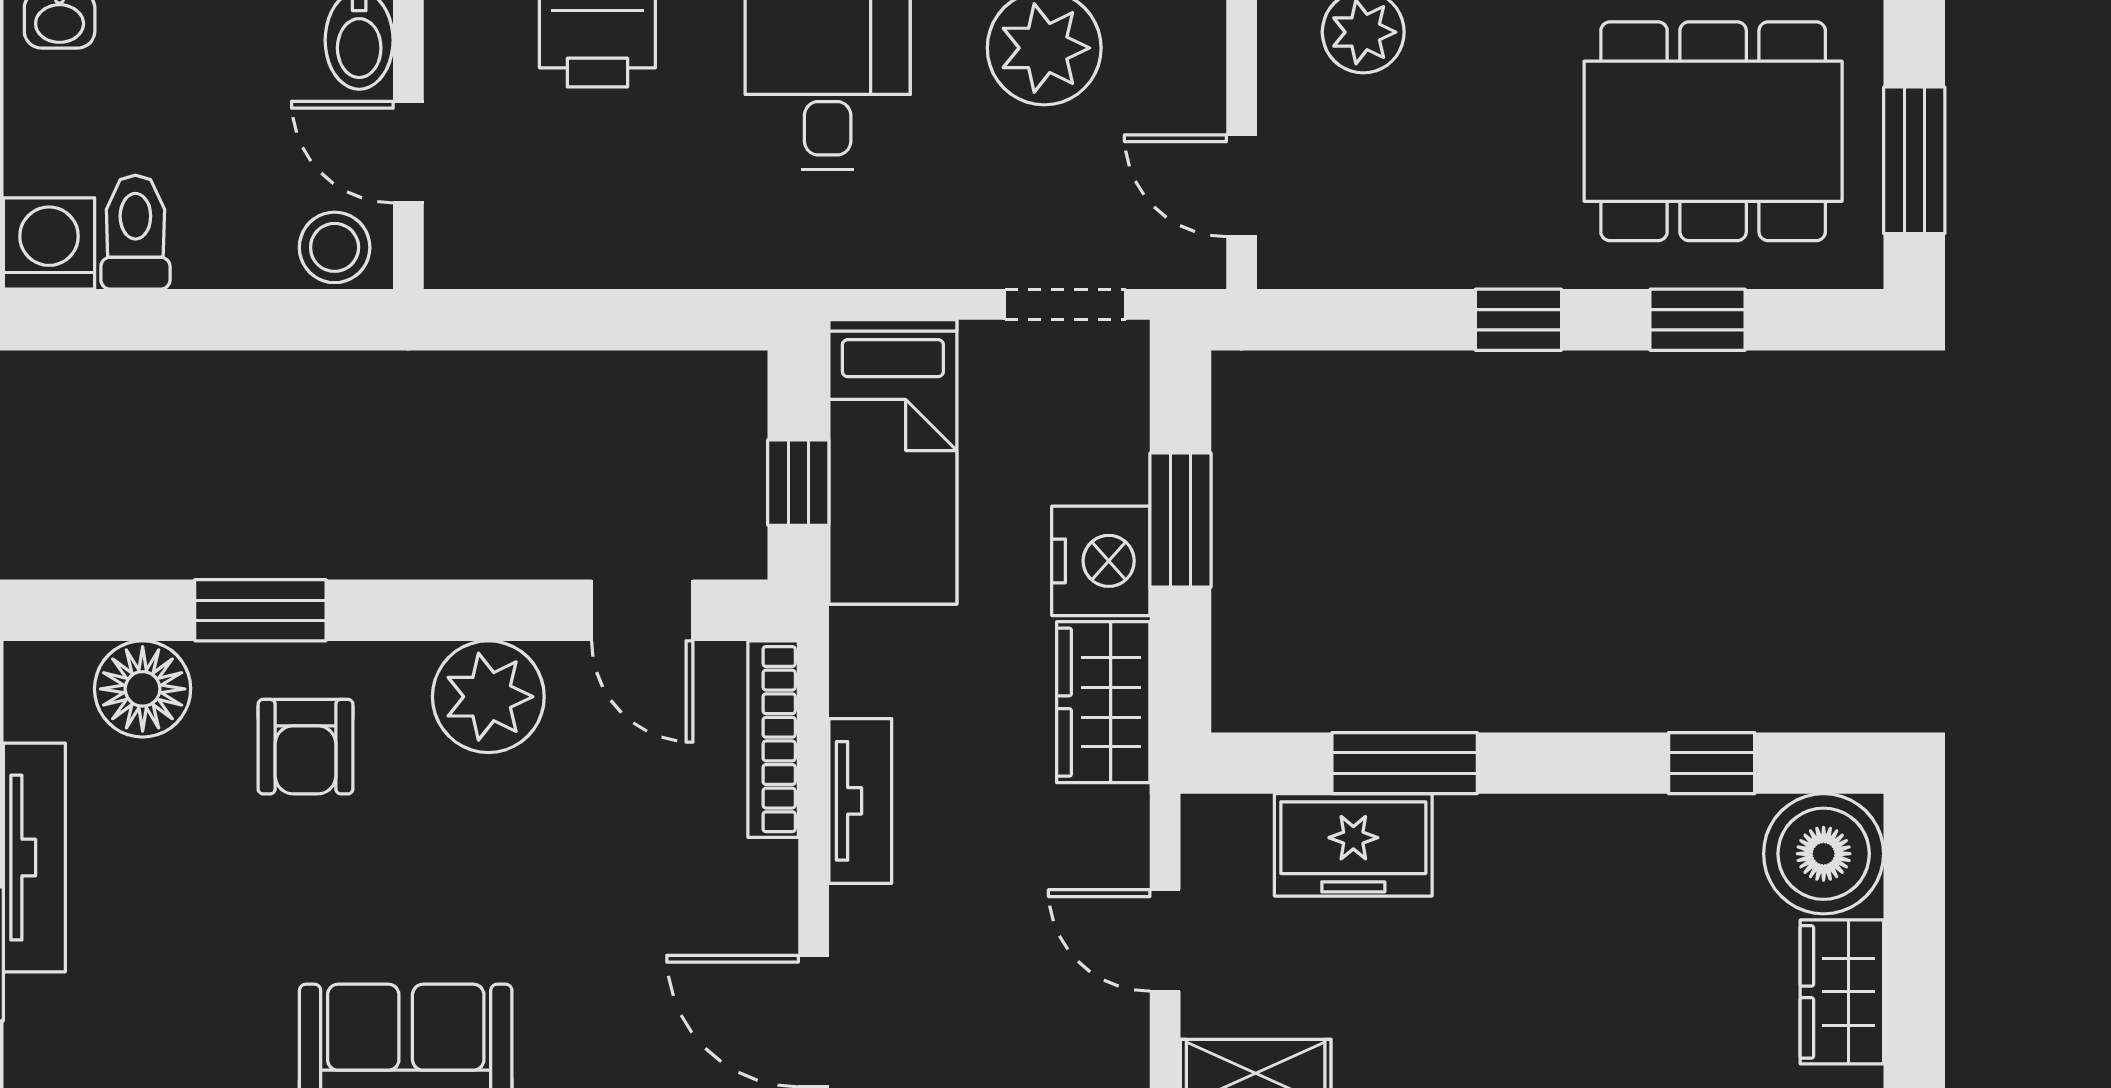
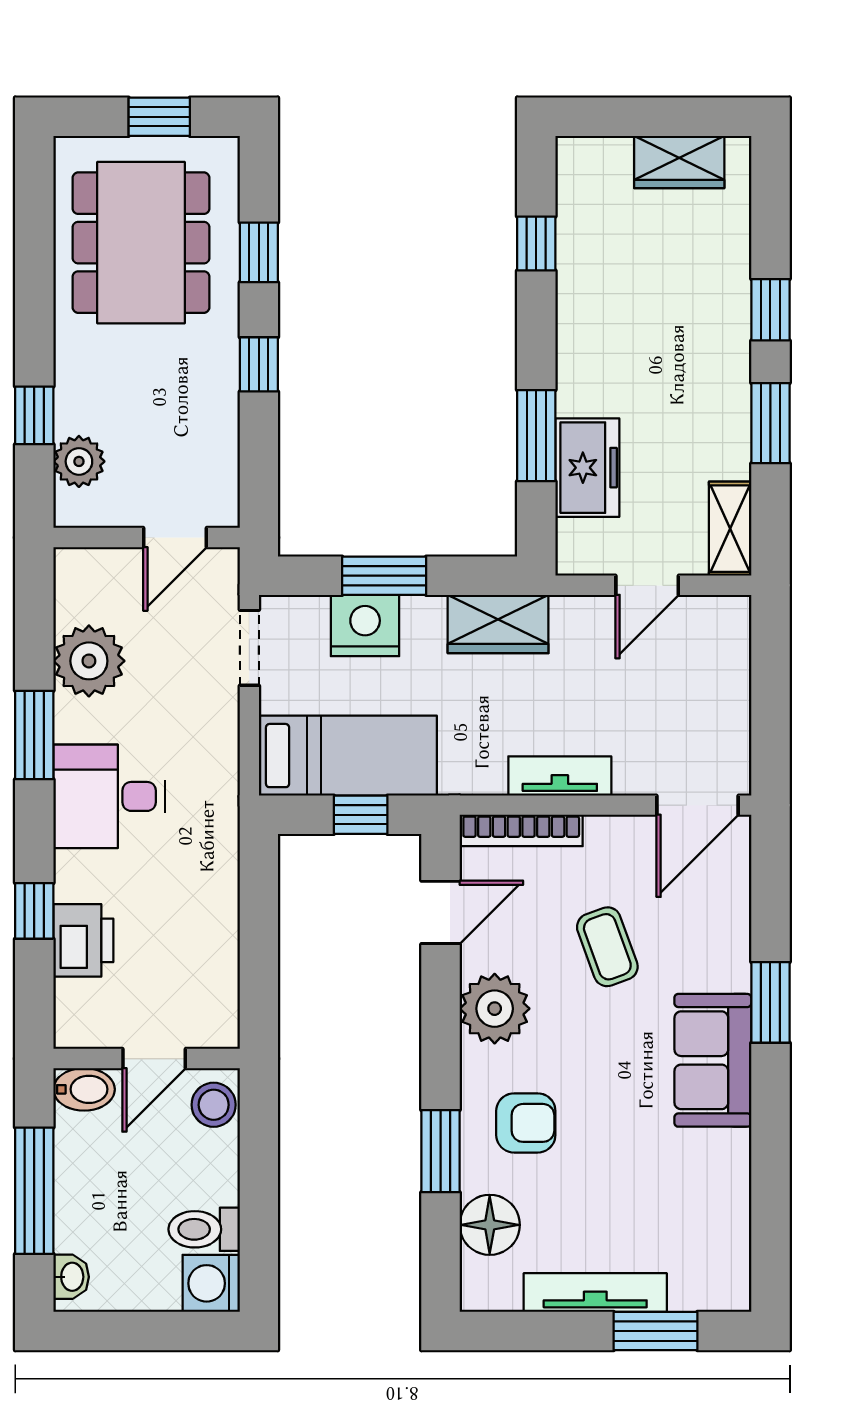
window: (1914, 160) -> (159, 117), width x0.67
nightstand: (1101, 561) -> (365, 626), moved
boiler: (1824, 854) -> (593, 173), removed
coffee table: (587, 877) -> (607, 947), added

